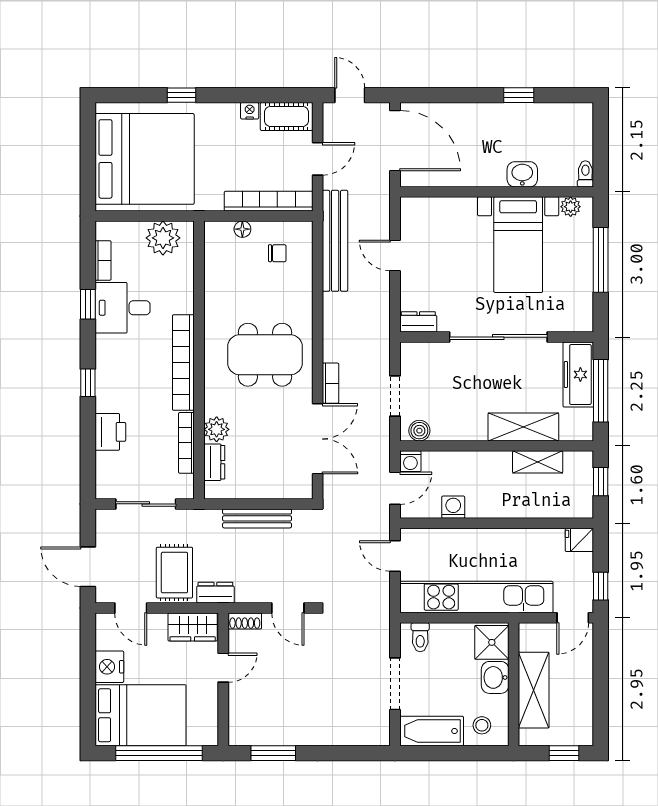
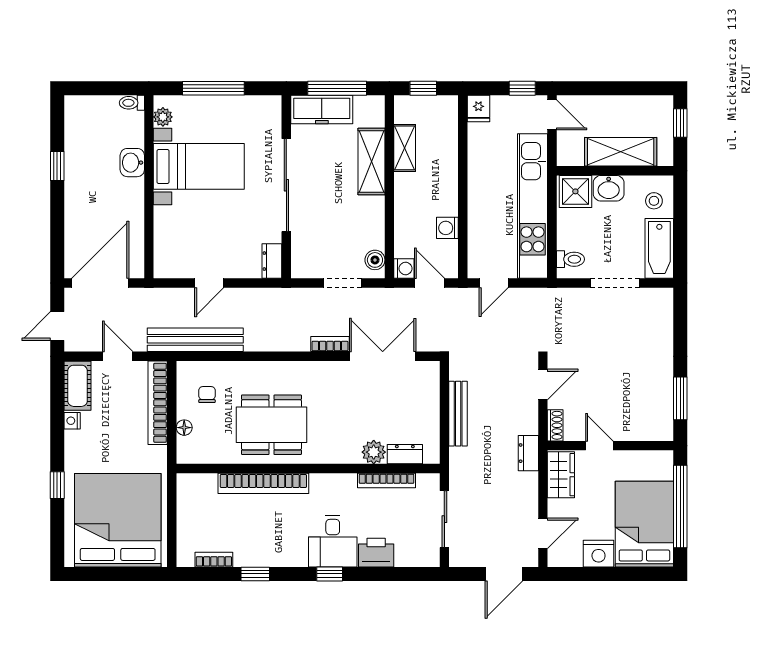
plant: (163, 238) -> (193, 503), removed
desk: (123, 308) -> (333, 541), moved
dining table: (265, 355) -> (271, 425), moved, turned 90
bookcase: (183, 363) -> (263, 483), moved
rug: (174, 573) -> (509, 492), removed

